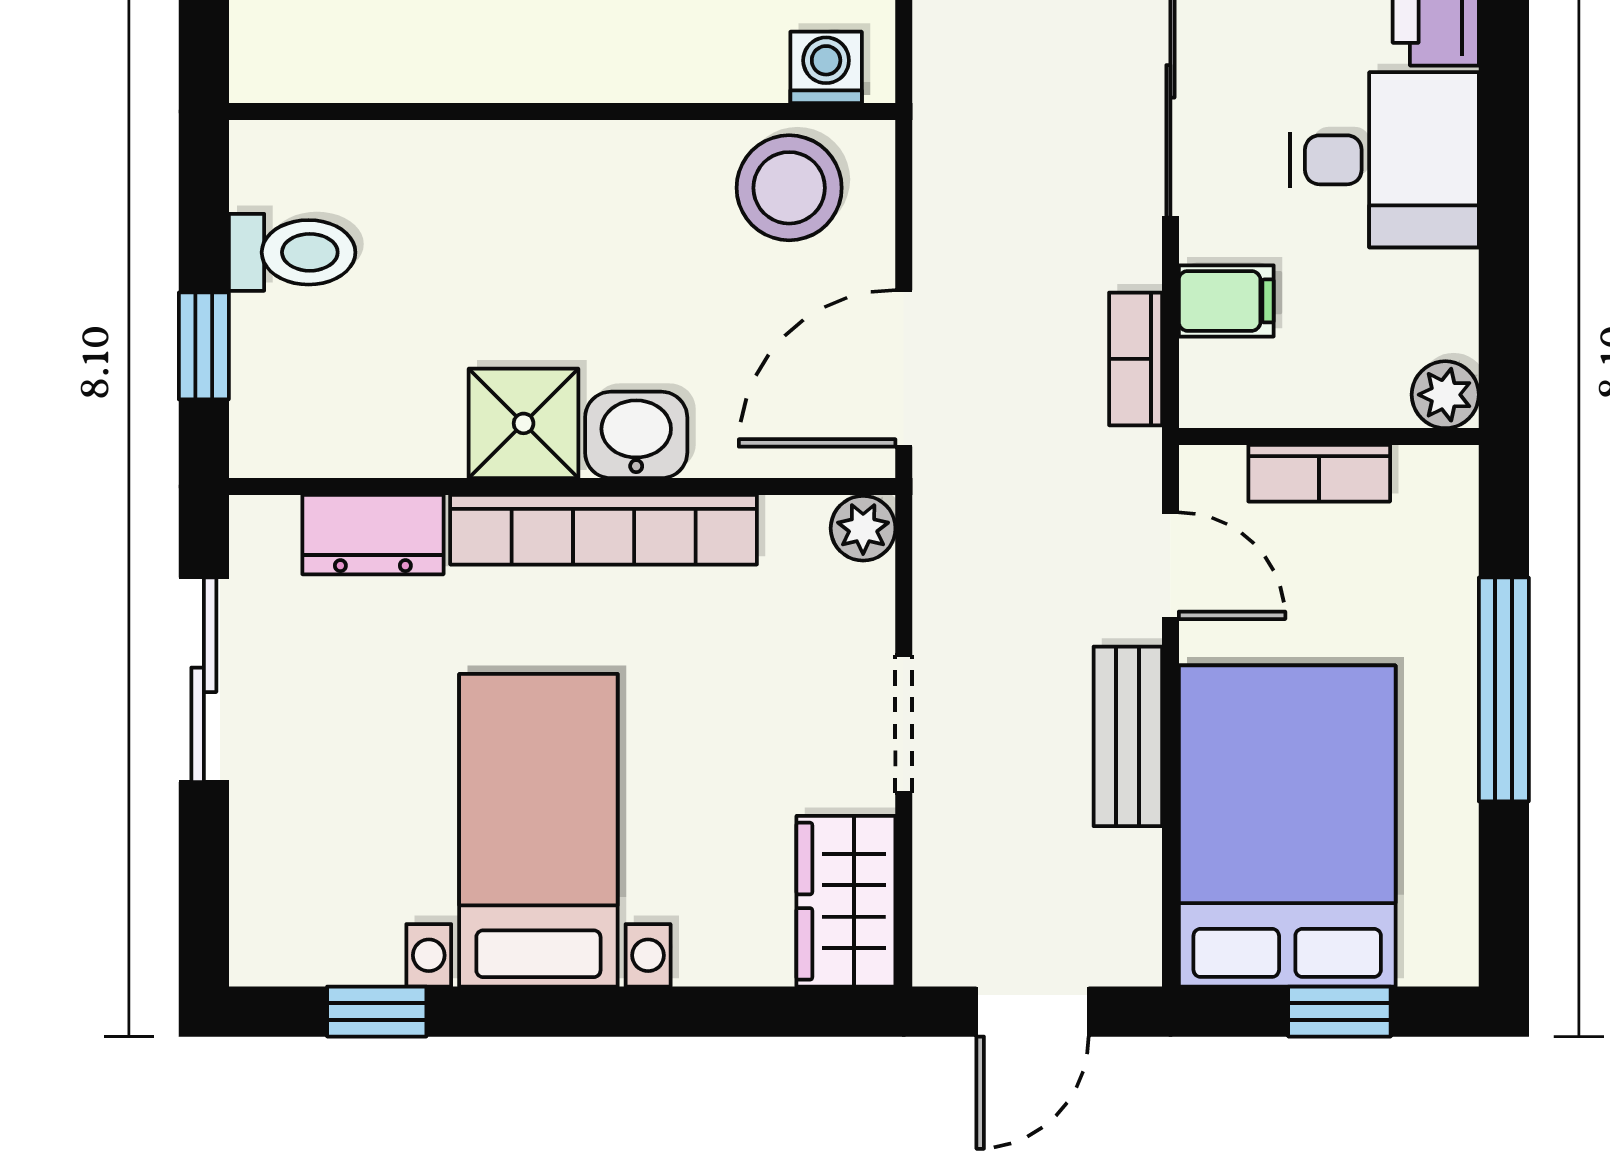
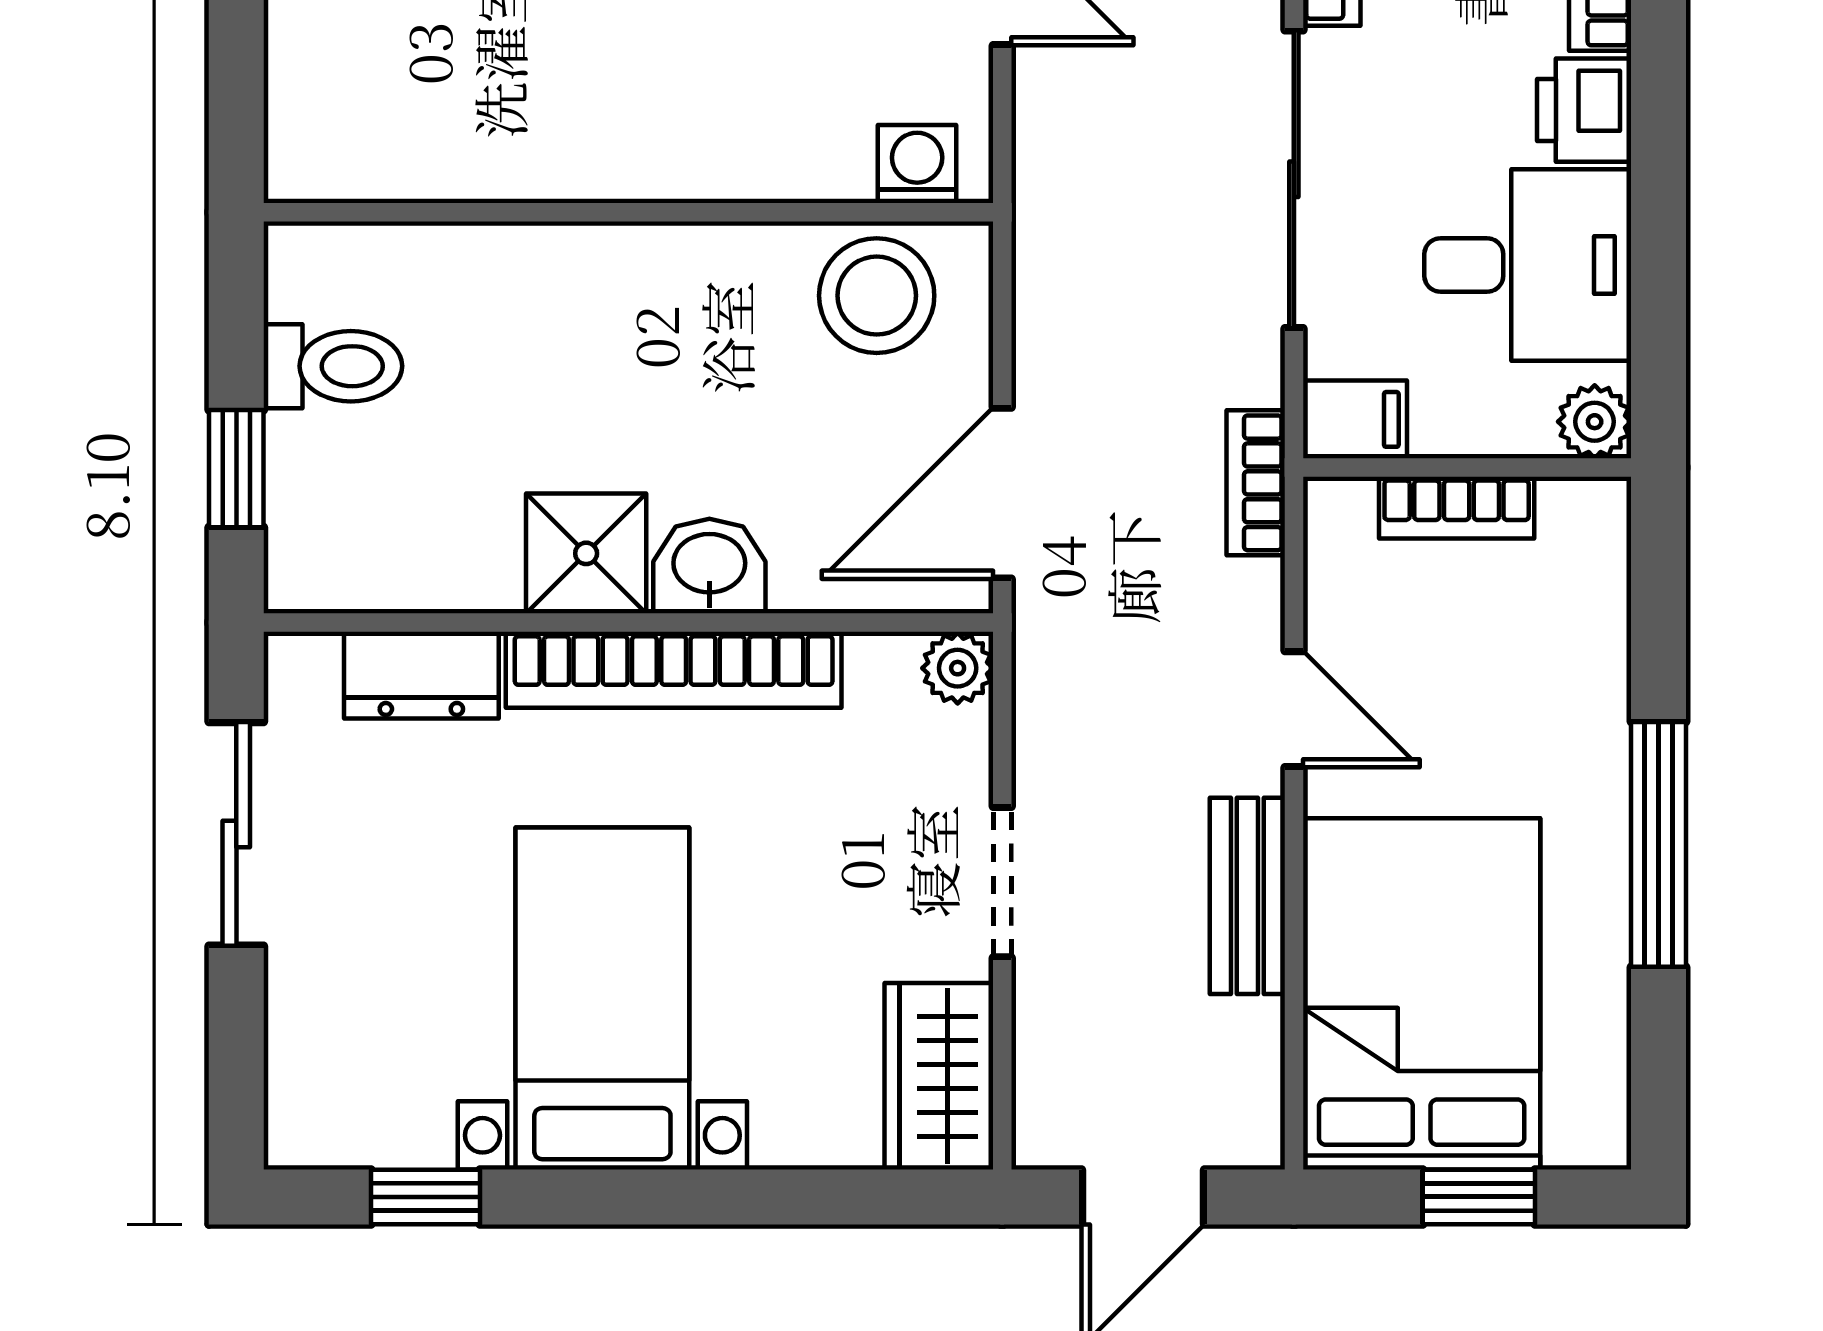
plant: (1445, 395) -> (1595, 422), moved
wall: (1329, 437) -> (1467, 468), moved
bookcase: (1319, 473) -> (1457, 508), moved

